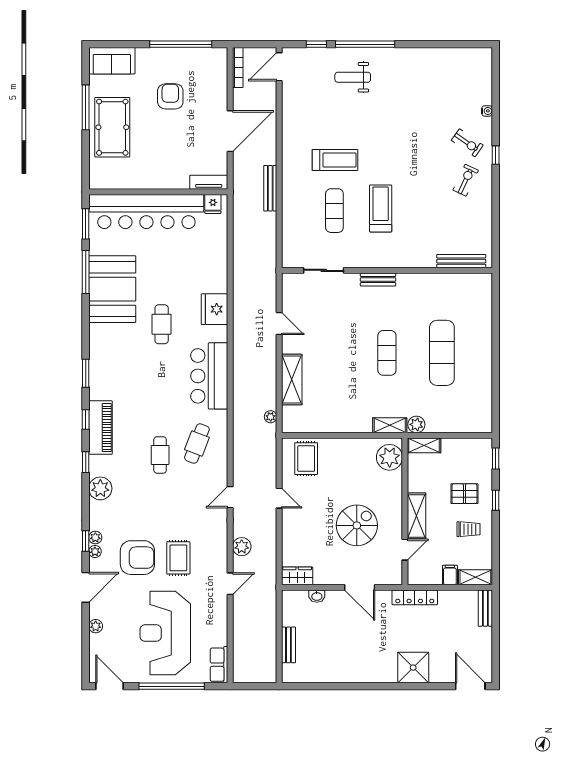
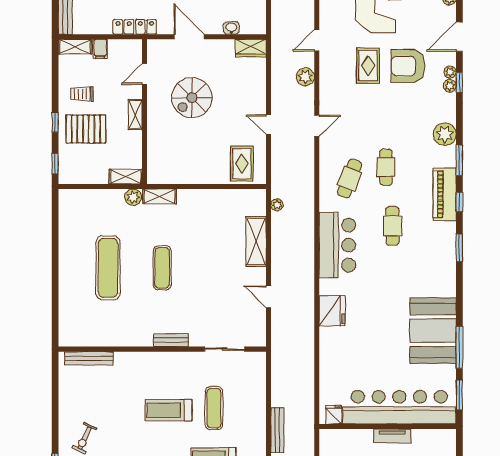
tv unit: (209, 182) -> (392, 436), moved
treadmill: (381, 208) -> (168, 410), turned 90
cafe table: (162, 324) -> (392, 226), moved
plant: (390, 457) -> (160, 165), removed
window: (86, 462) -> (459, 160), width x1.50
pallet: (464, 494) -> (86, 129), width x1.50, depth x1.42
shelving: (417, 516) -> (135, 115), width x0.67, depth x0.75

